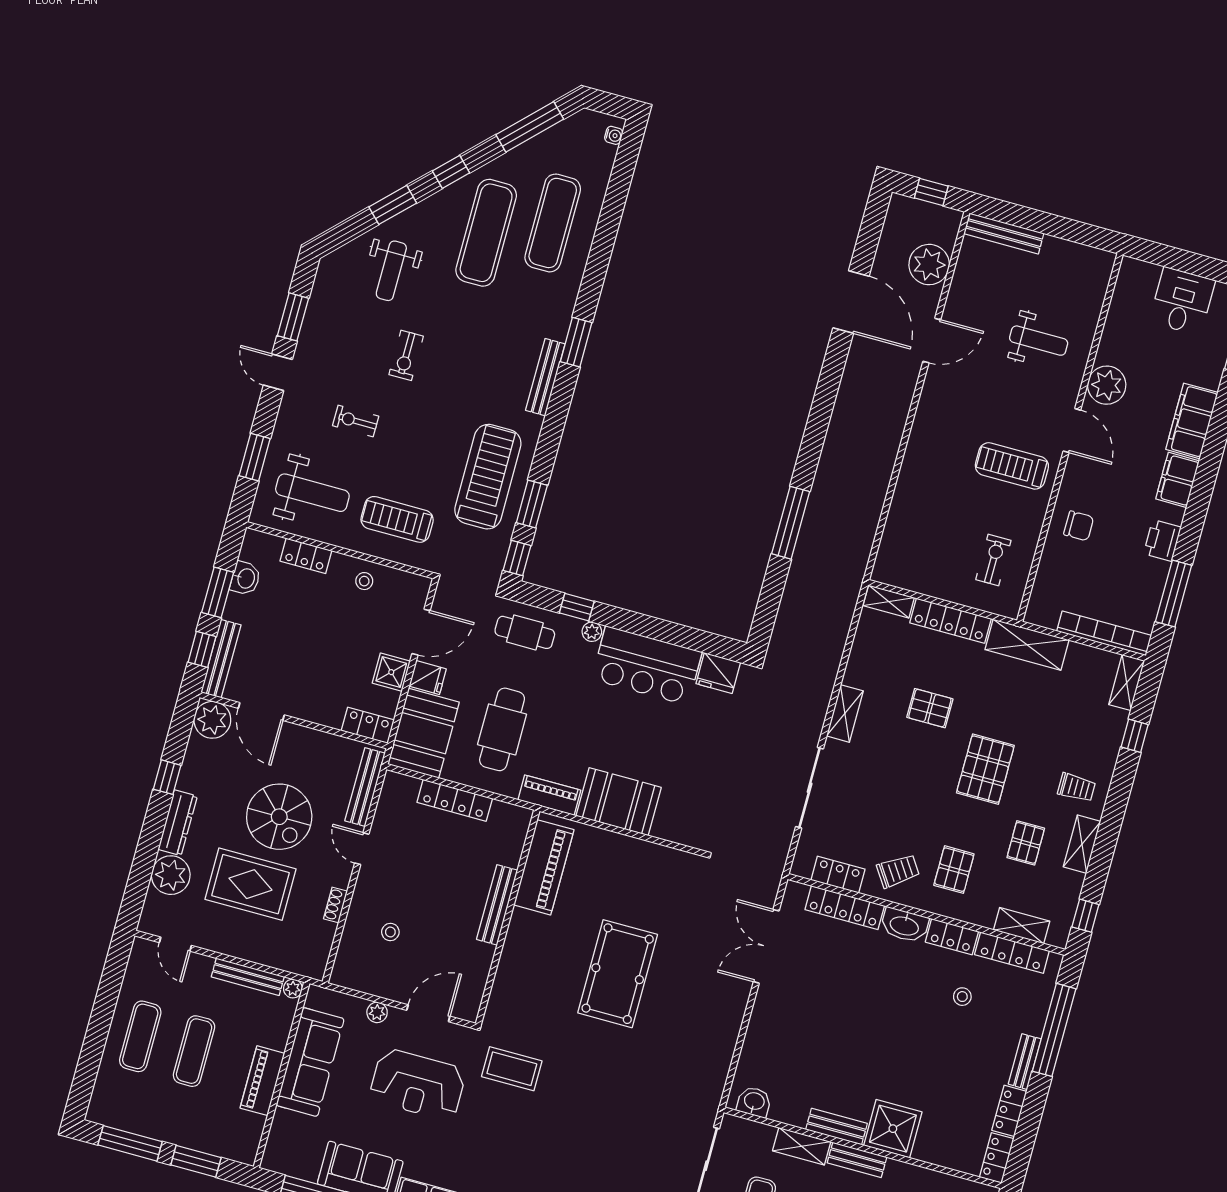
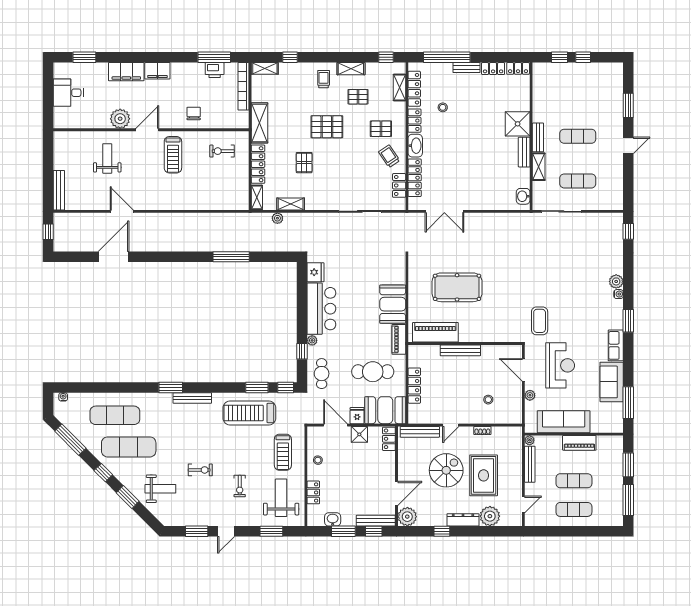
plant: (929, 265) -> (277, 218), moved, width x0.53, depth x0.53
printer: (1162, 540) -> (215, 70), moved
shelving: (845, 713) -> (291, 204), moved
pool table: (618, 974) -> (457, 287), moved

